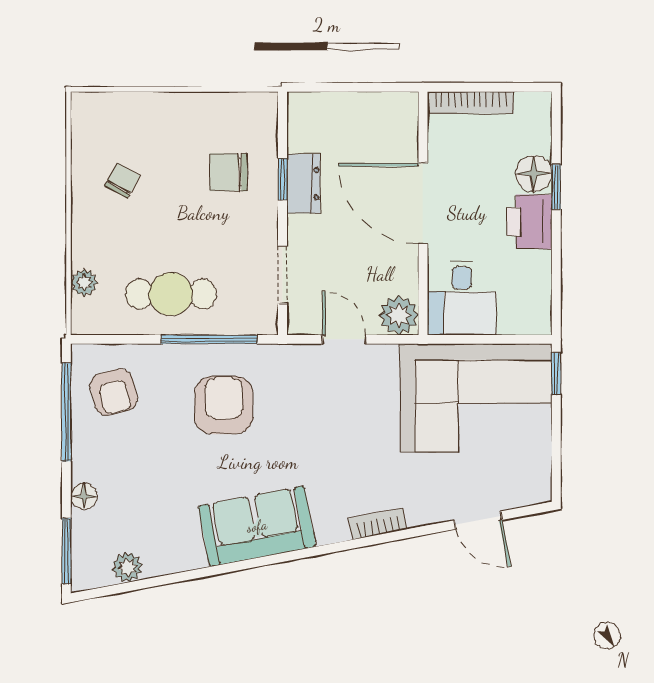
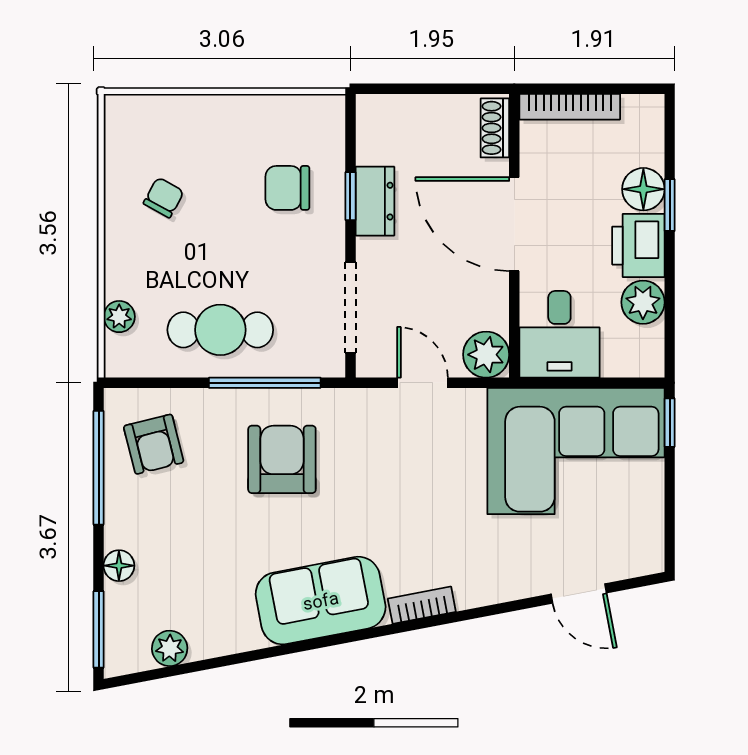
shoe rack: (406, 121) -> (495, 128), added
plant: (533, 270) -> (643, 302), added
doorway: (283, 275) -> (350, 308), width x1.38
bookcase: (378, 524) -> (422, 605), moved

